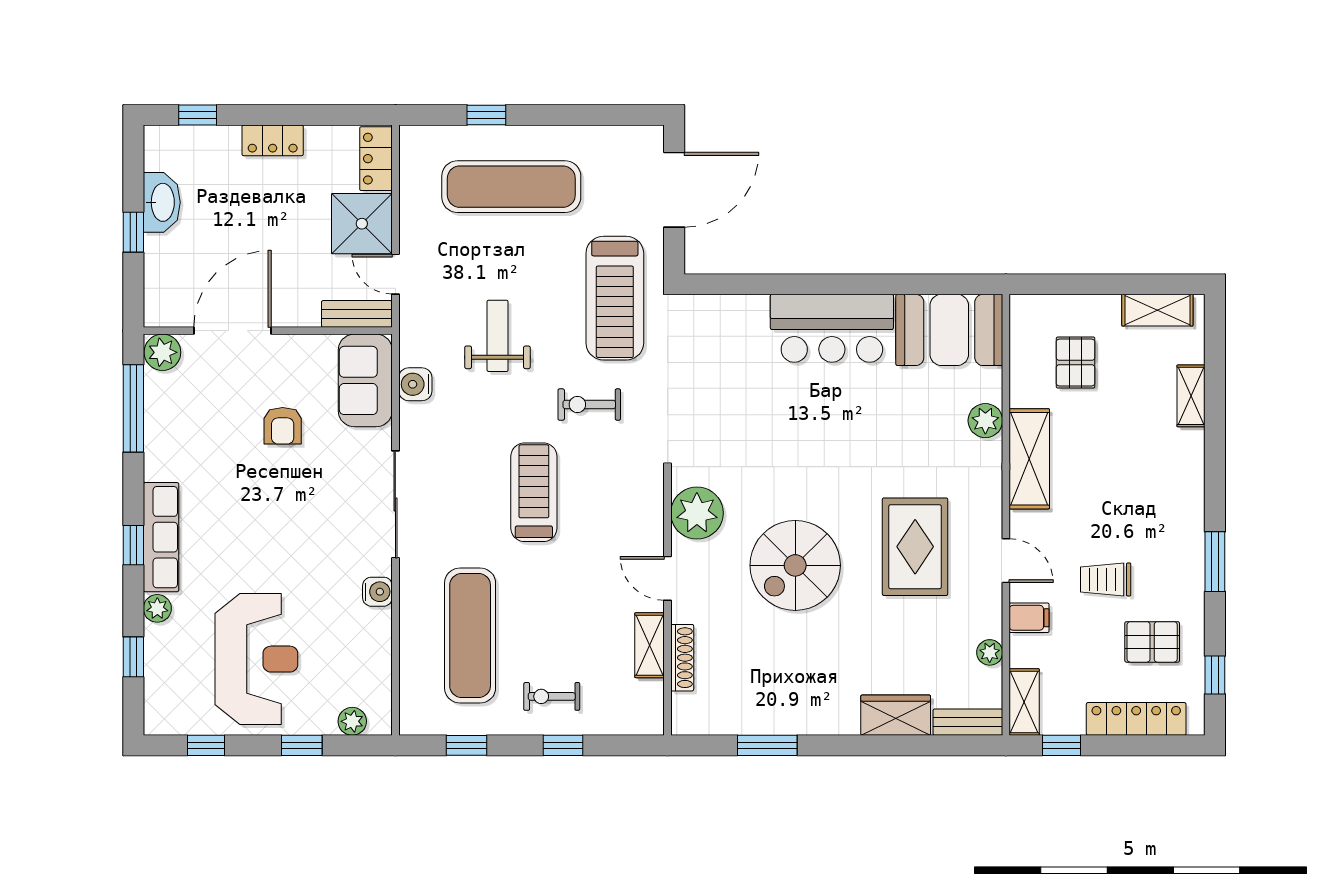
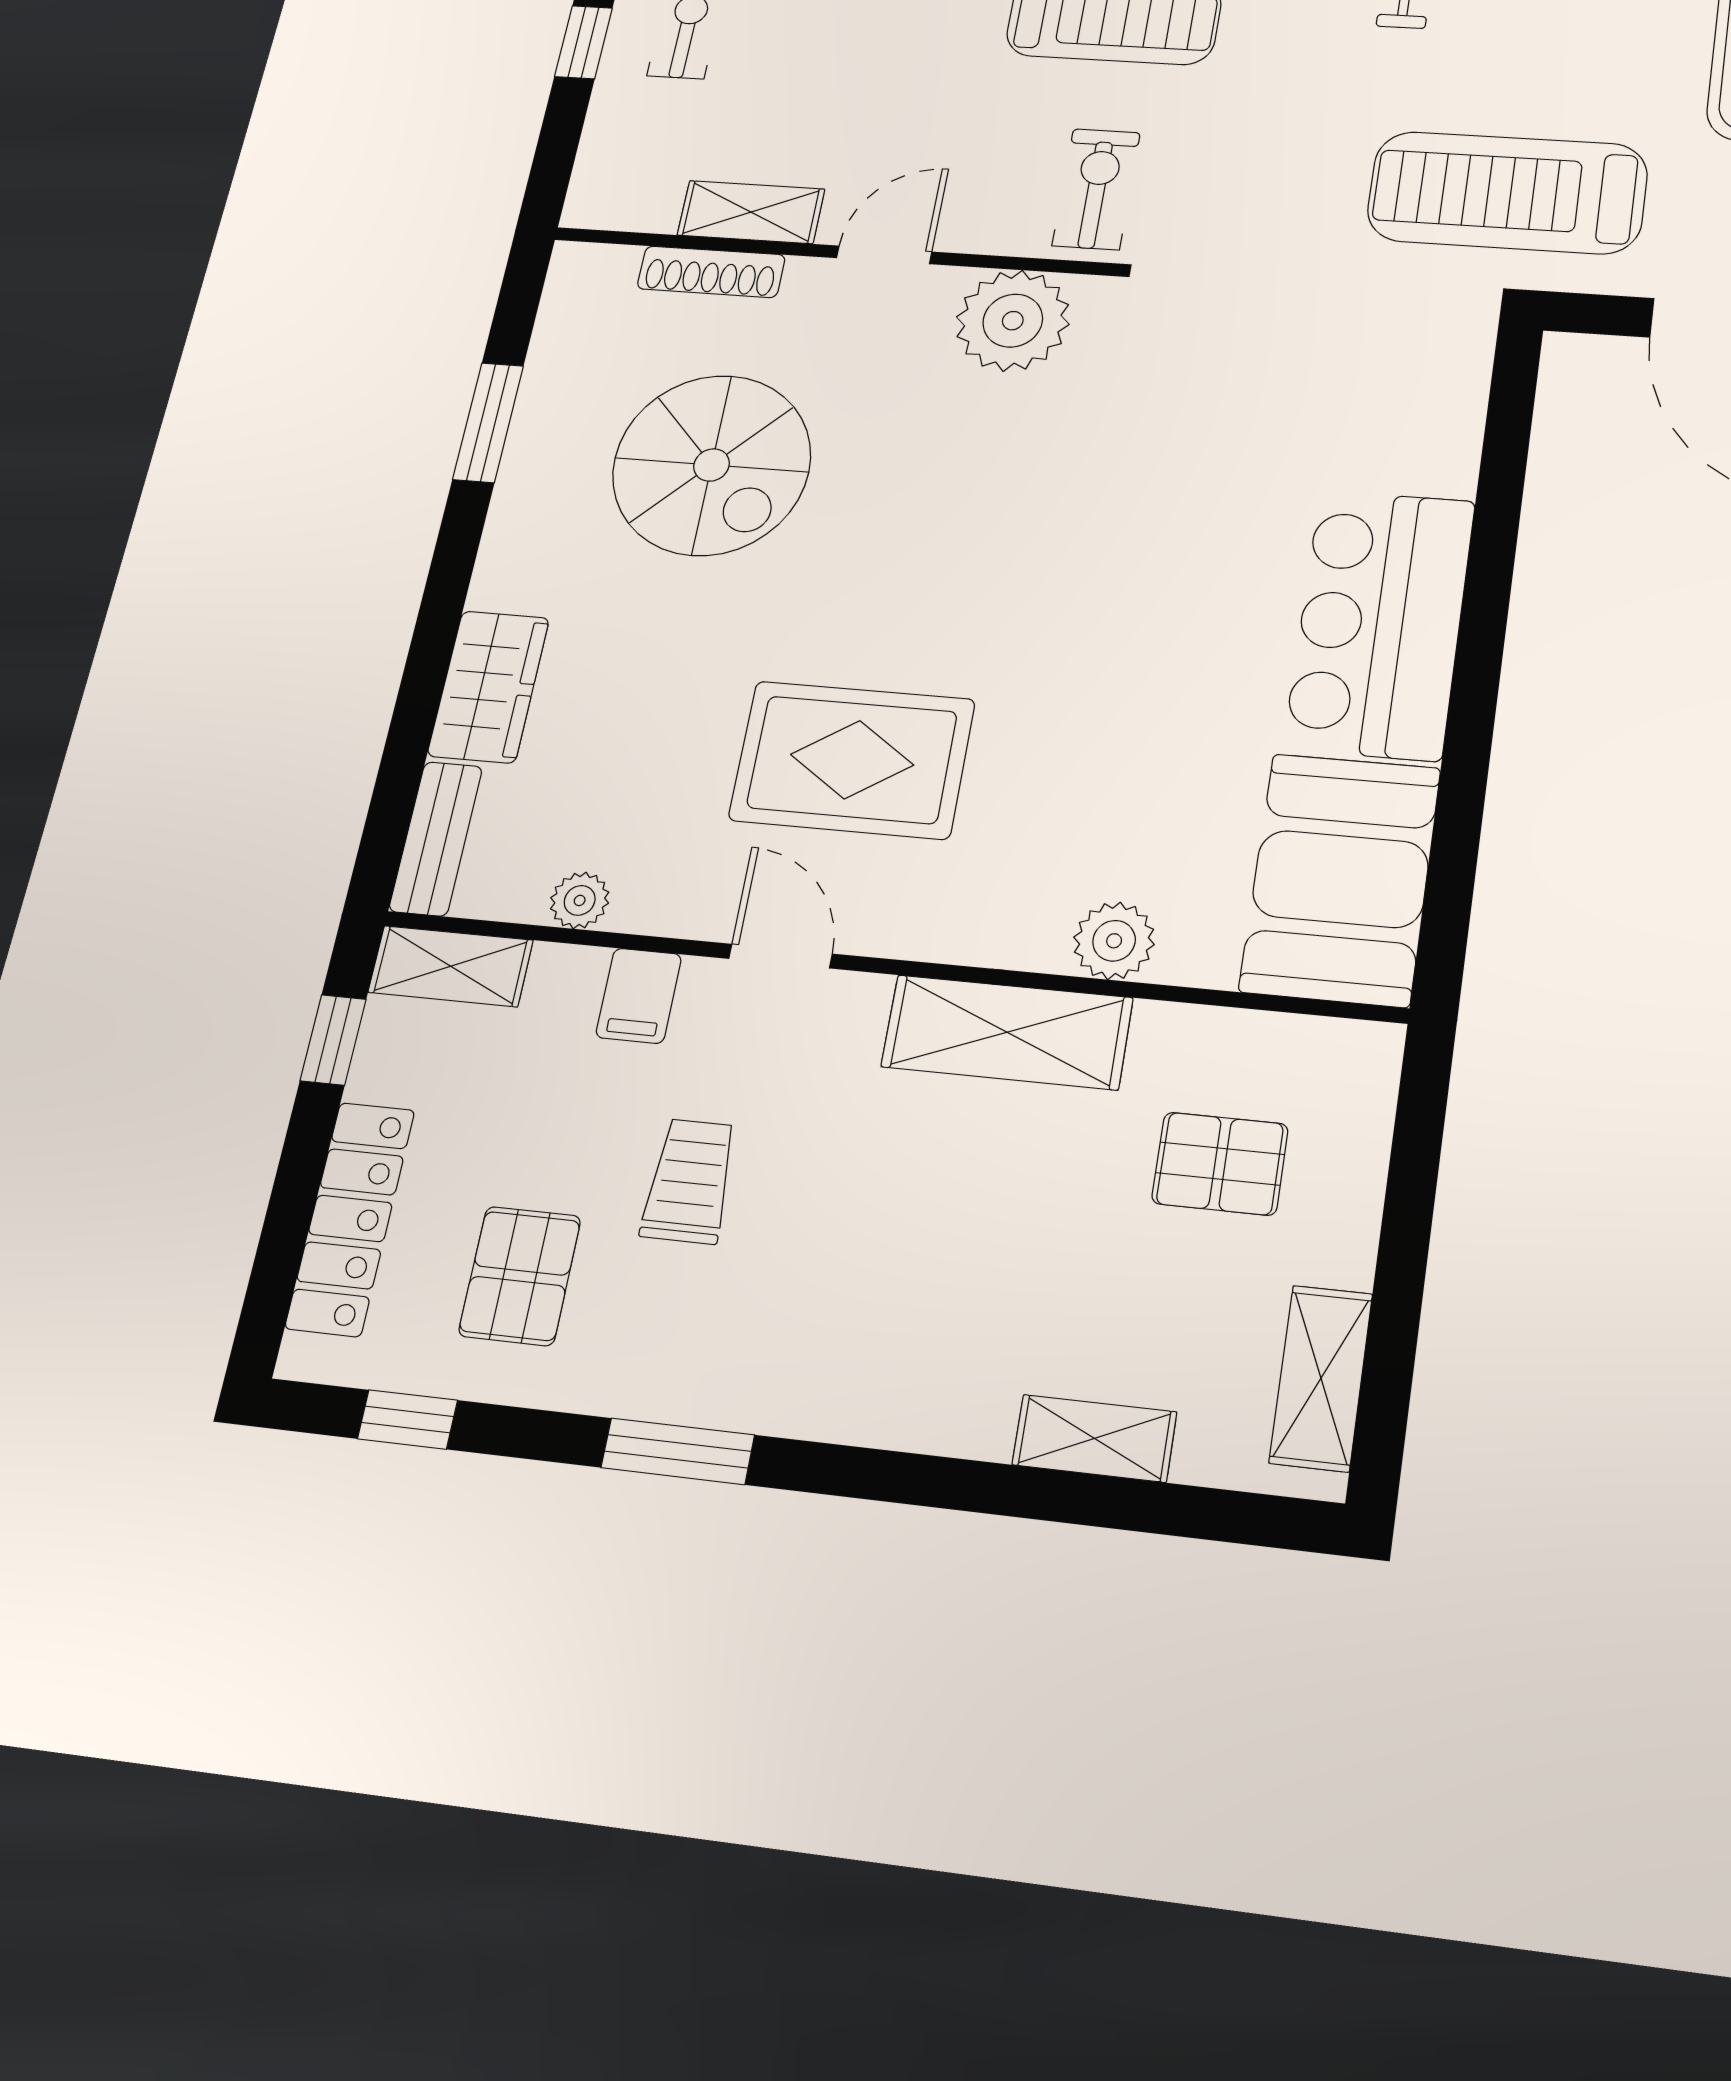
exercise bike: (589, 405) -> (1096, 189), moved
door: (1006, 561) -> (780, 956), swing flipped
spiral stairs: (795, 565) -> (712, 465), moved, turned 180

